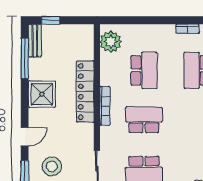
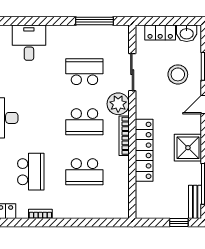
plant: (111, 42) -> (118, 104), moved
school desk: (144, 70) -> (84, 172), turned -90

